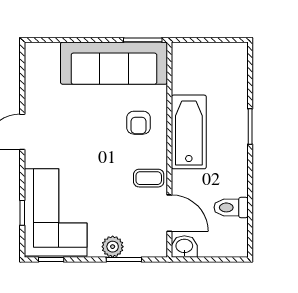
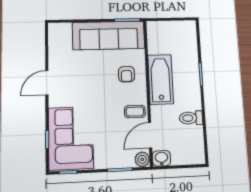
toilet: (231, 207) -> (191, 118), moved
door: (169, 213) -> (150, 135), swing flipped
plant: (113, 247) -> (142, 159), moved

